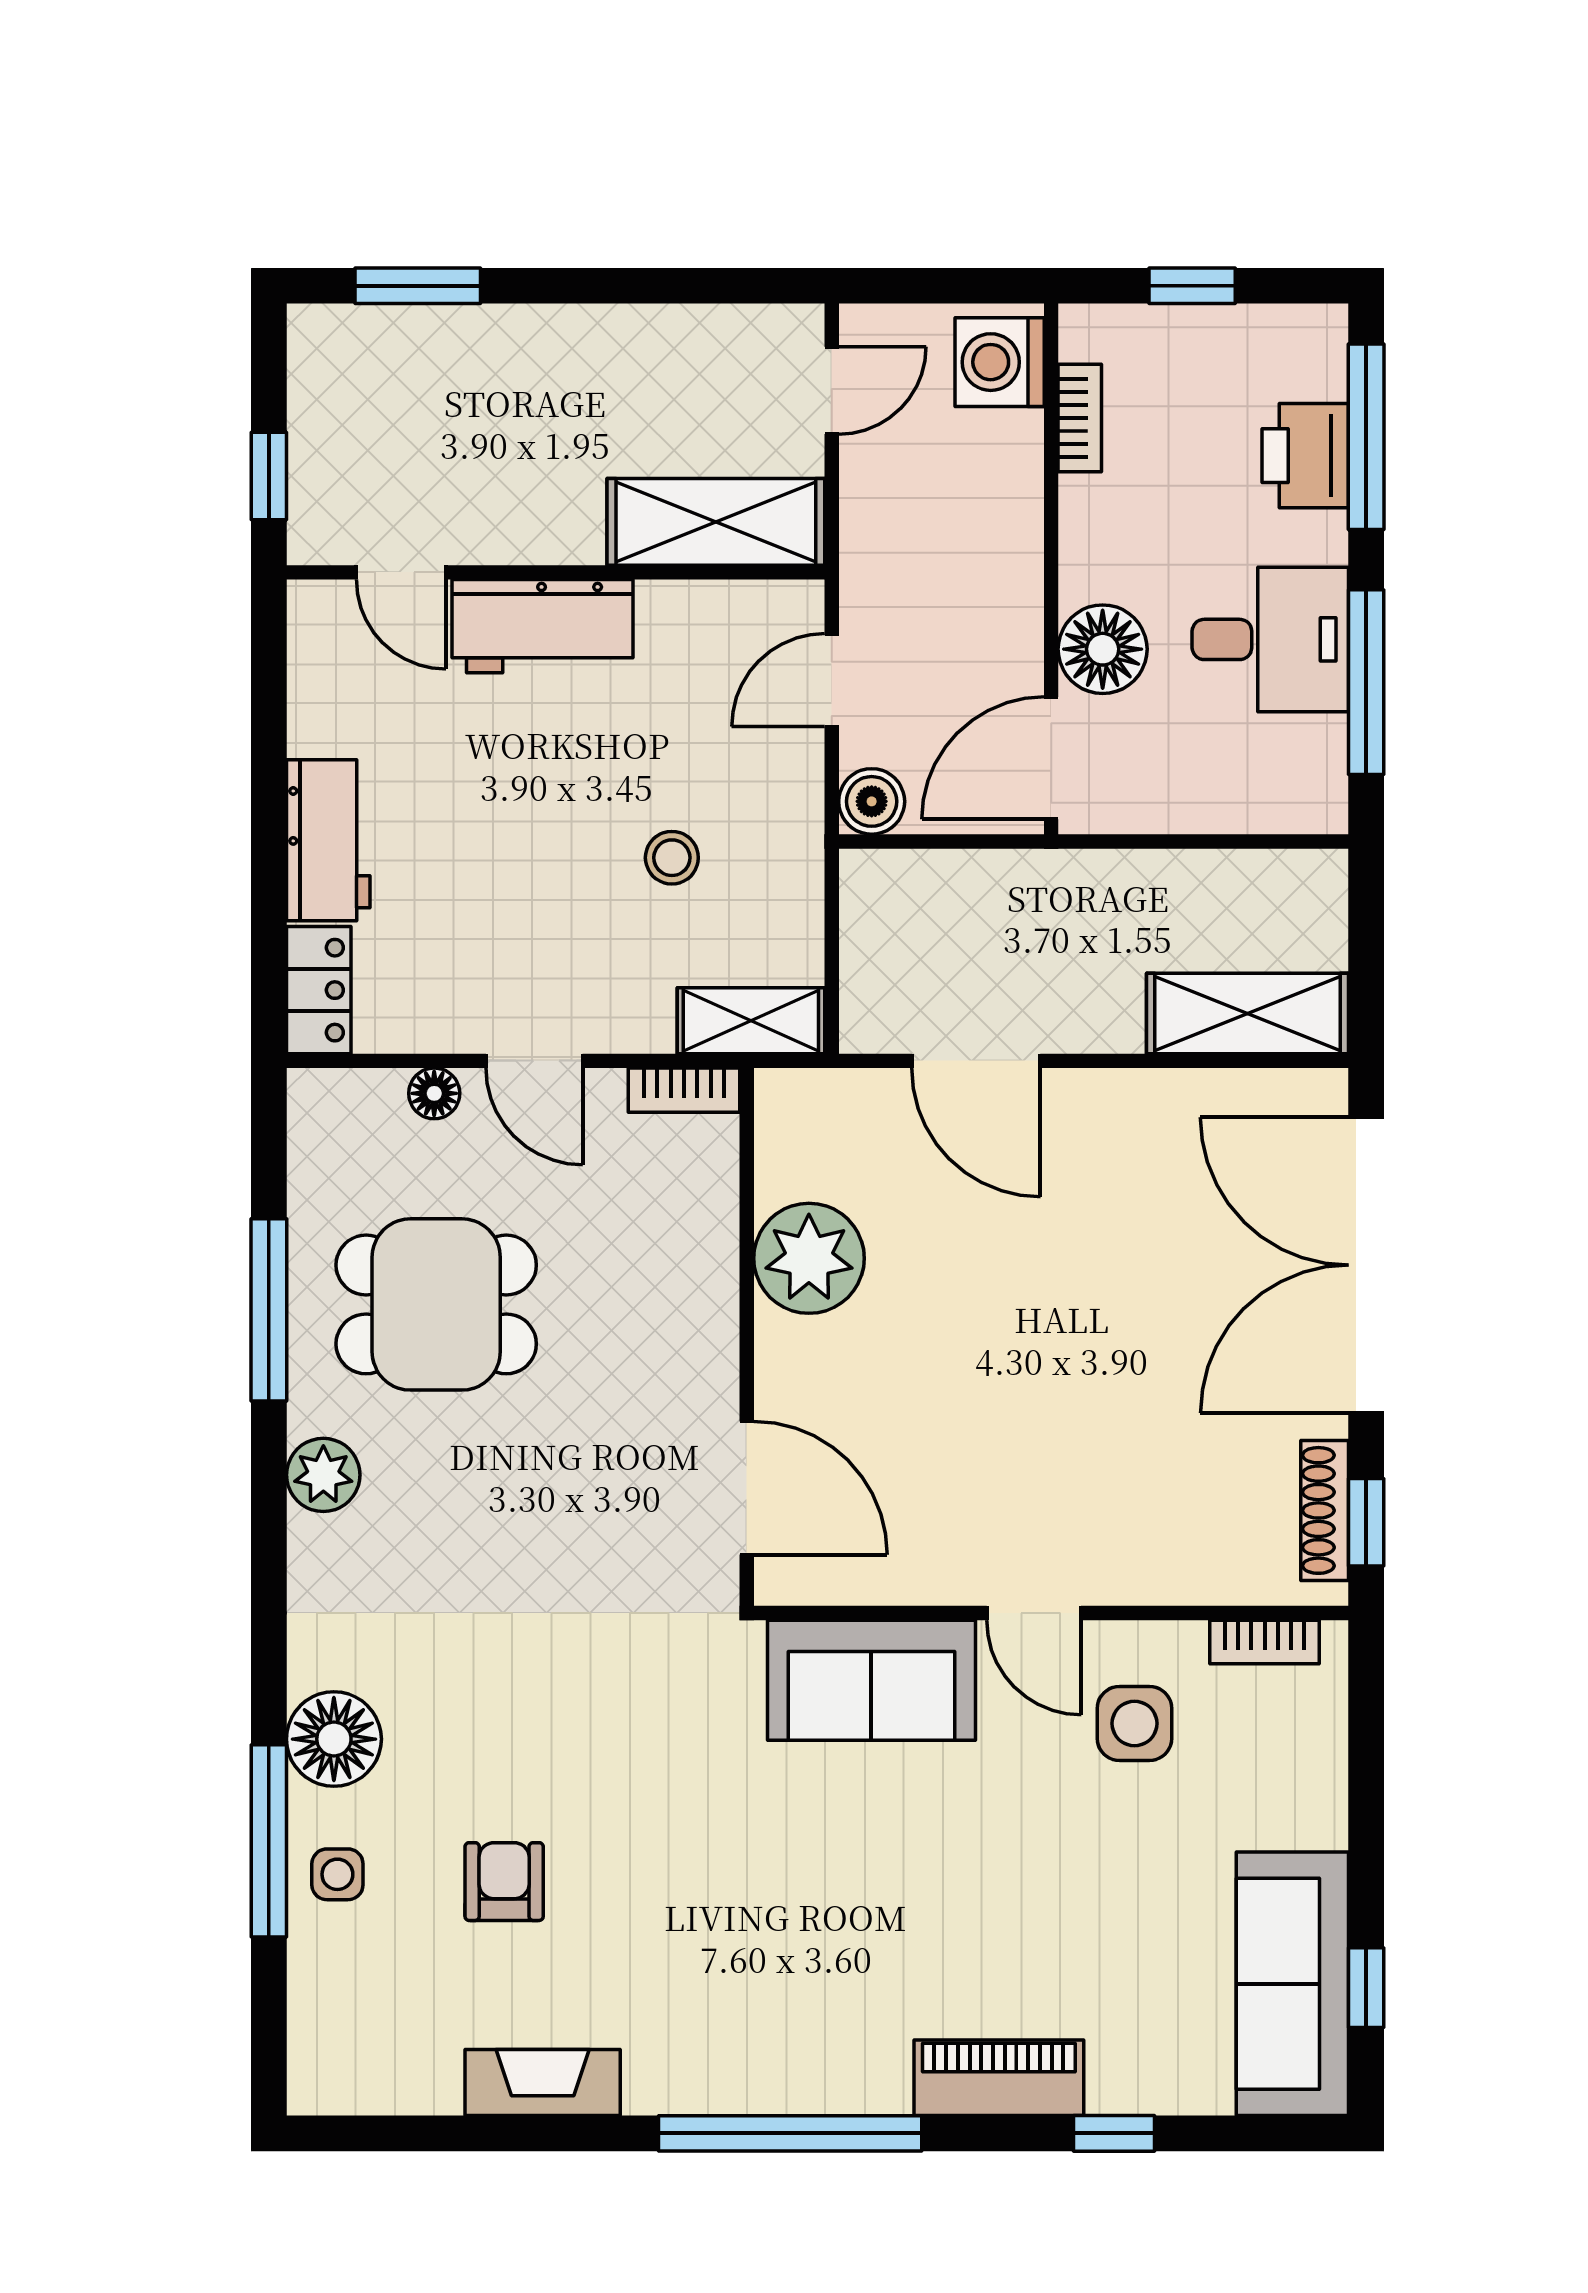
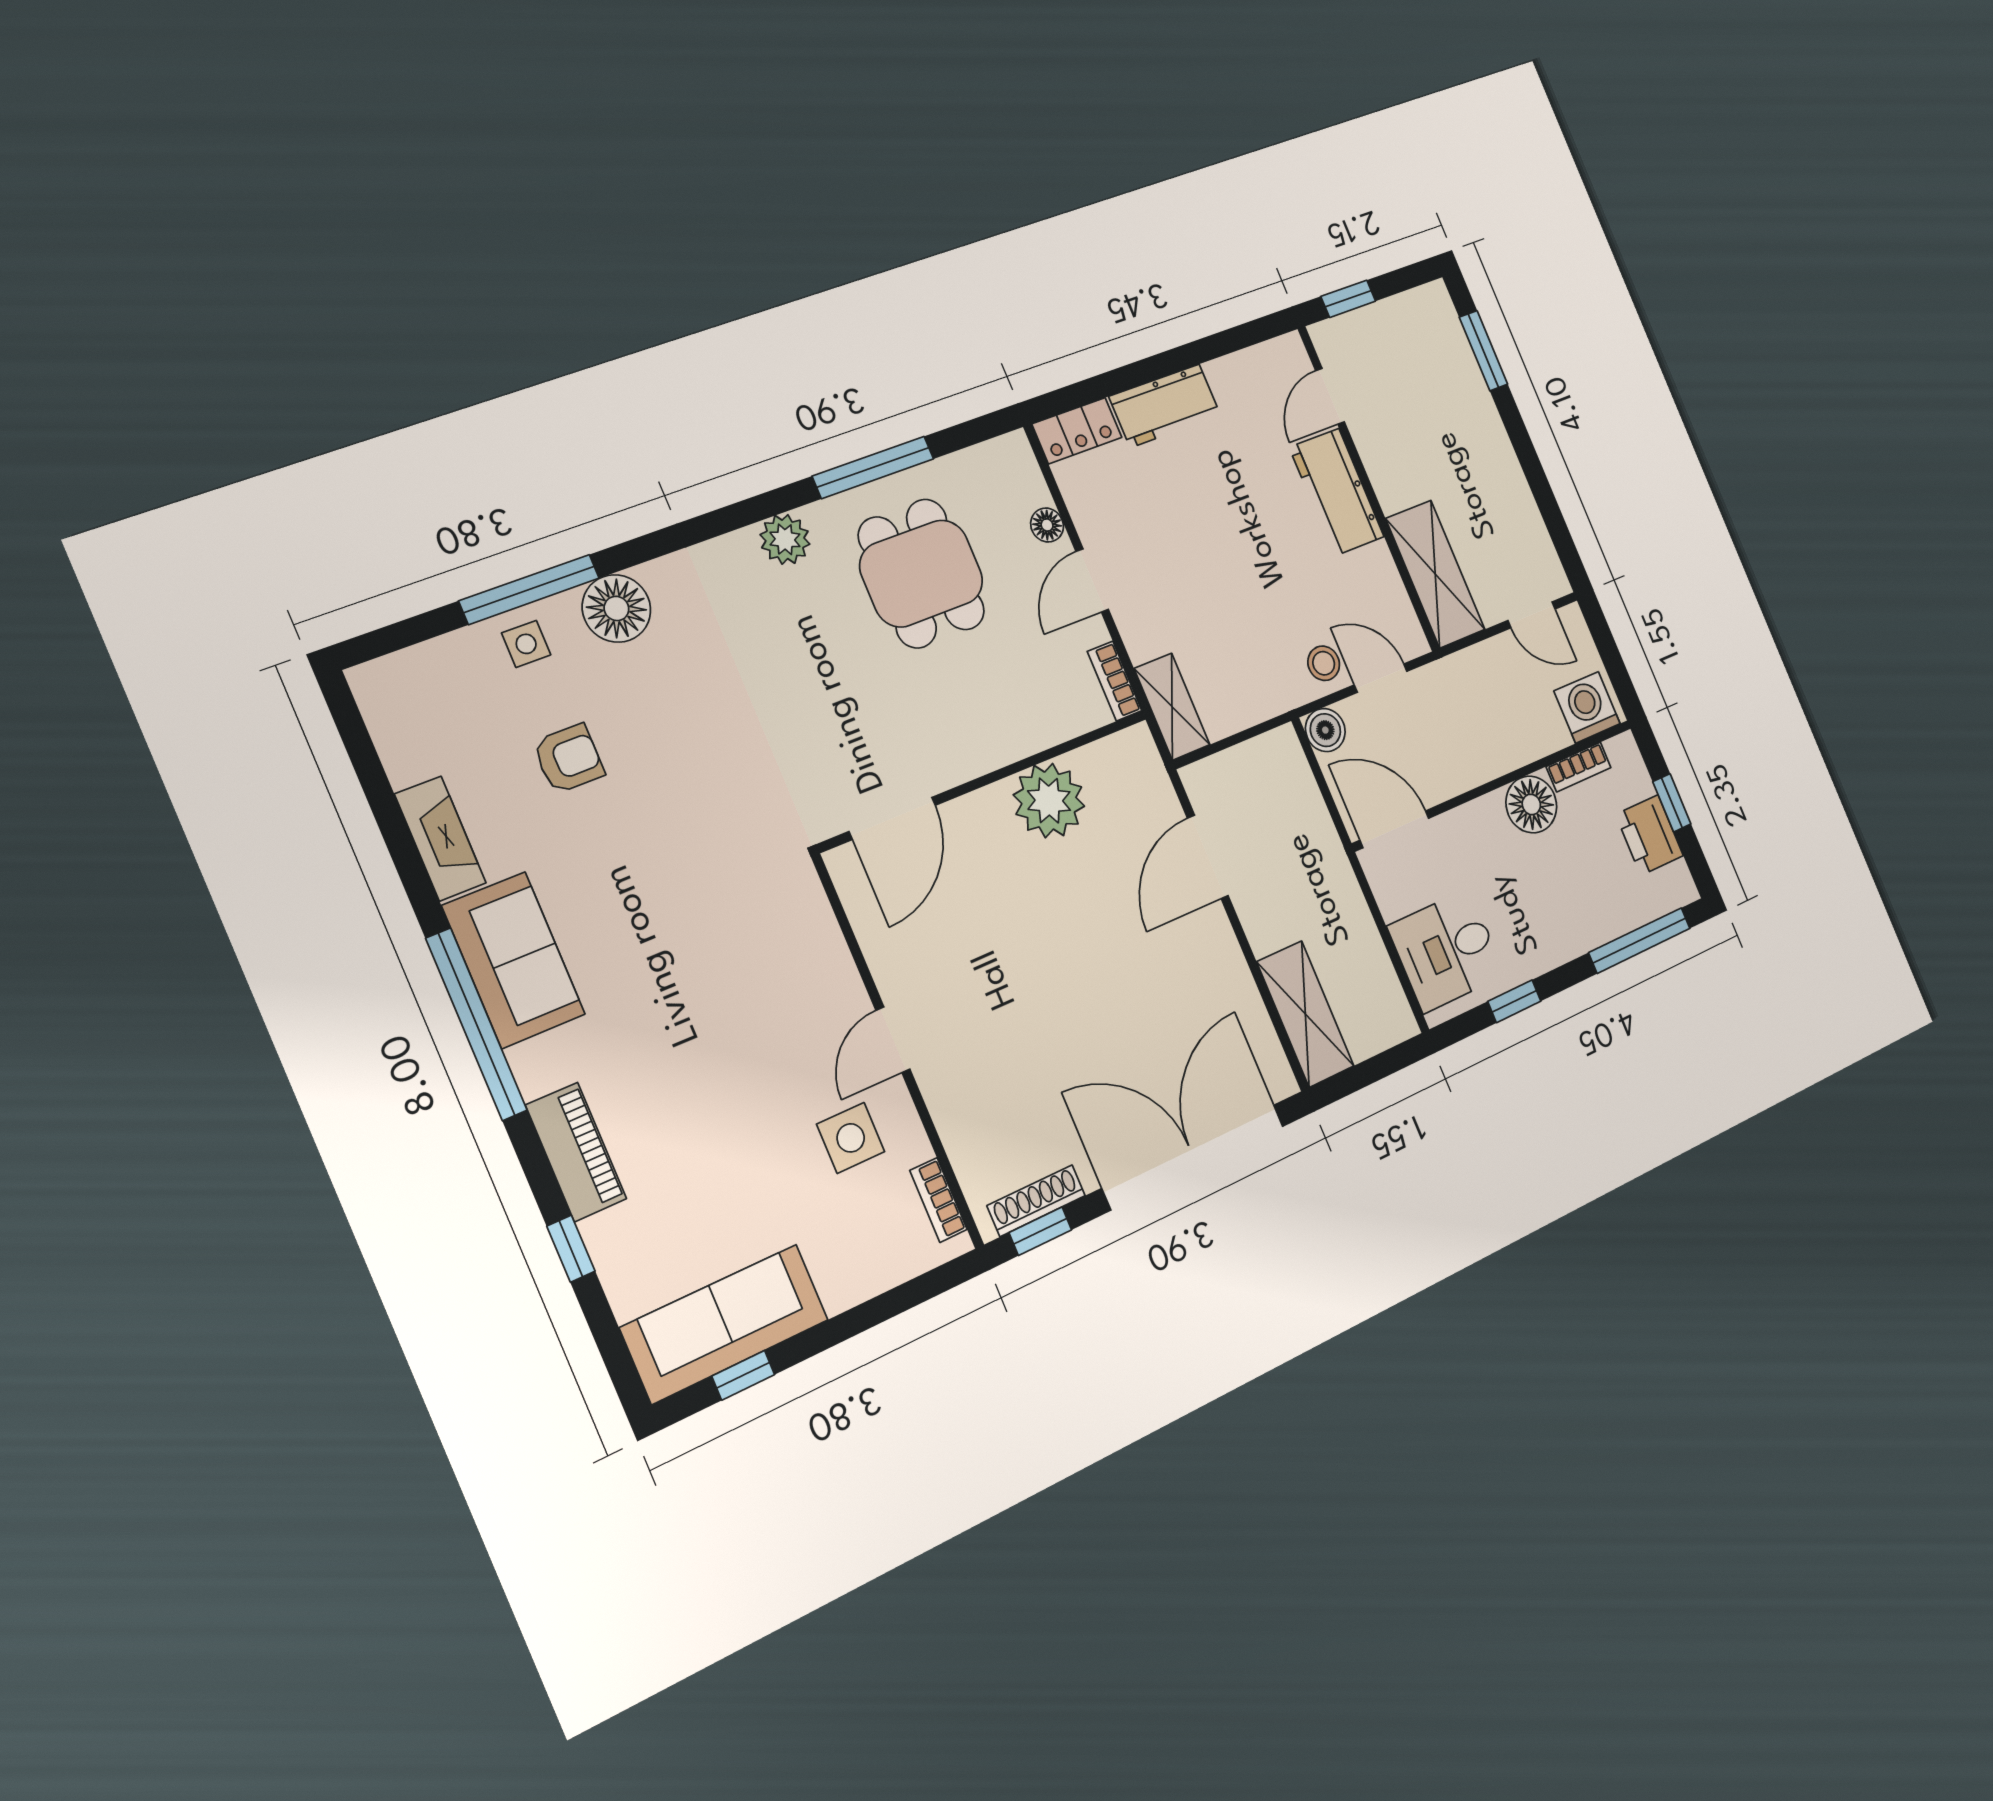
printer: (1305, 456) -> (1649, 835), moved, turned -90
desk: (1270, 639) -> (1446, 951), moved, turned 90
floor lamp: (1103, 649) -> (1531, 804), moved
window: (1366, 682) -> (1514, 1001), width x0.46
stool: (672, 858) -> (1324, 663), moved
sofa: (871, 1680) -> (513, 960), moved, turned 180

